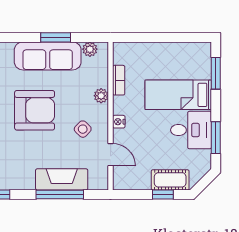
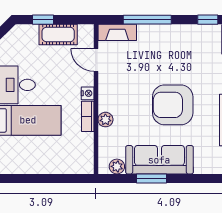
bookcase: (119, 80) -> (88, 116), moved
side table: (83, 129) -> (124, 86), removed
fireplace: (62, 179) -> (117, 32), moved, width x0.73, depth x0.76
cot: (170, 180) -> (58, 35), moved

